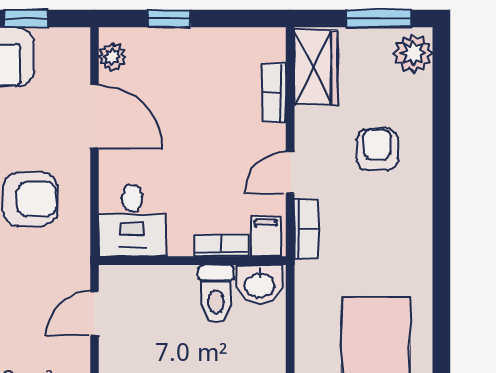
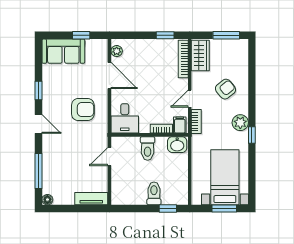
window: (170, 19) -> (165, 35), moved
plant: (413, 53) -> (240, 123), moved
bookcase: (274, 93) -> (183, 59), width x1.56
armchair: (377, 149) -> (226, 89), turned 51
window: (441, 261) -> (252, 135), added
toilet: (216, 294) -> (148, 148), moved

